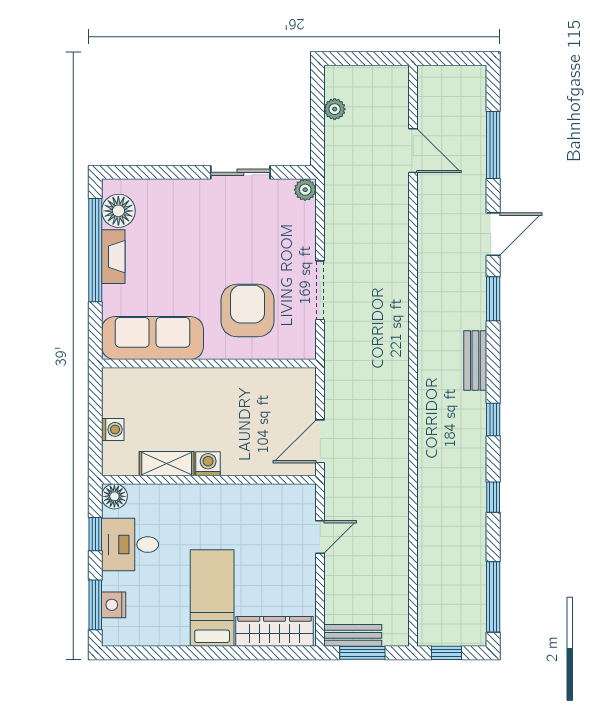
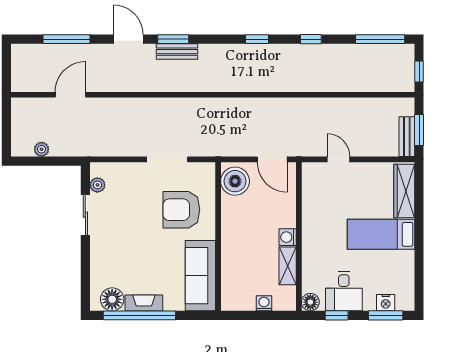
plant: (305, 190) -> (97, 185), moved
bench: (475, 361) -> (177, 52), moved
boiler: (289, 388) -> (235, 181), added

